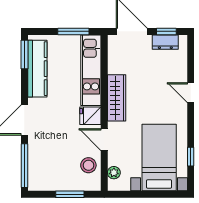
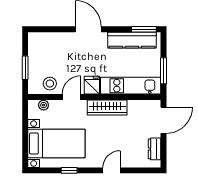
window: (166, 31) -> (163, 150), removed
window: (191, 157) -> (69, 170), moved
window: (24, 166) -> (49, 29), removed

